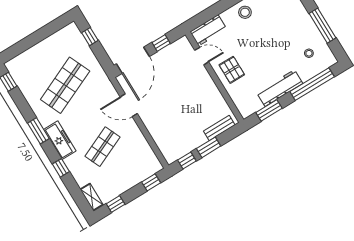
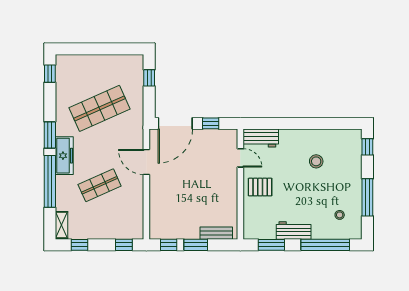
stool: (245, 12) -> (316, 161), moved
pallet: (232, 70) -> (260, 187), turned 90
workbench: (280, 88) -> (294, 230), width x0.73
window: (61, 168) -> (50, 181), width x3.17

